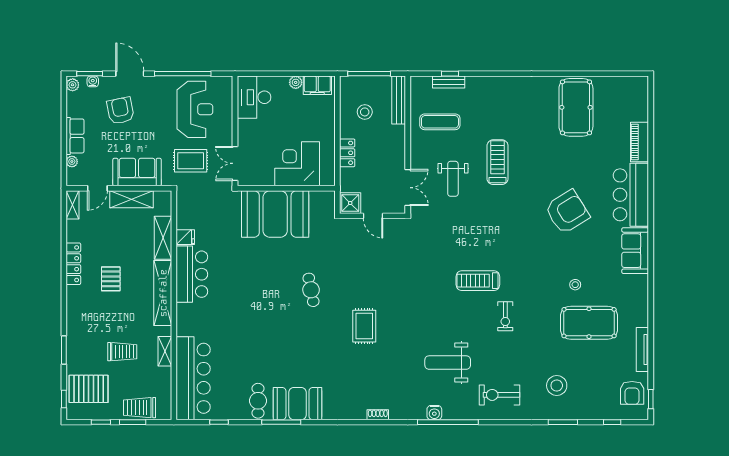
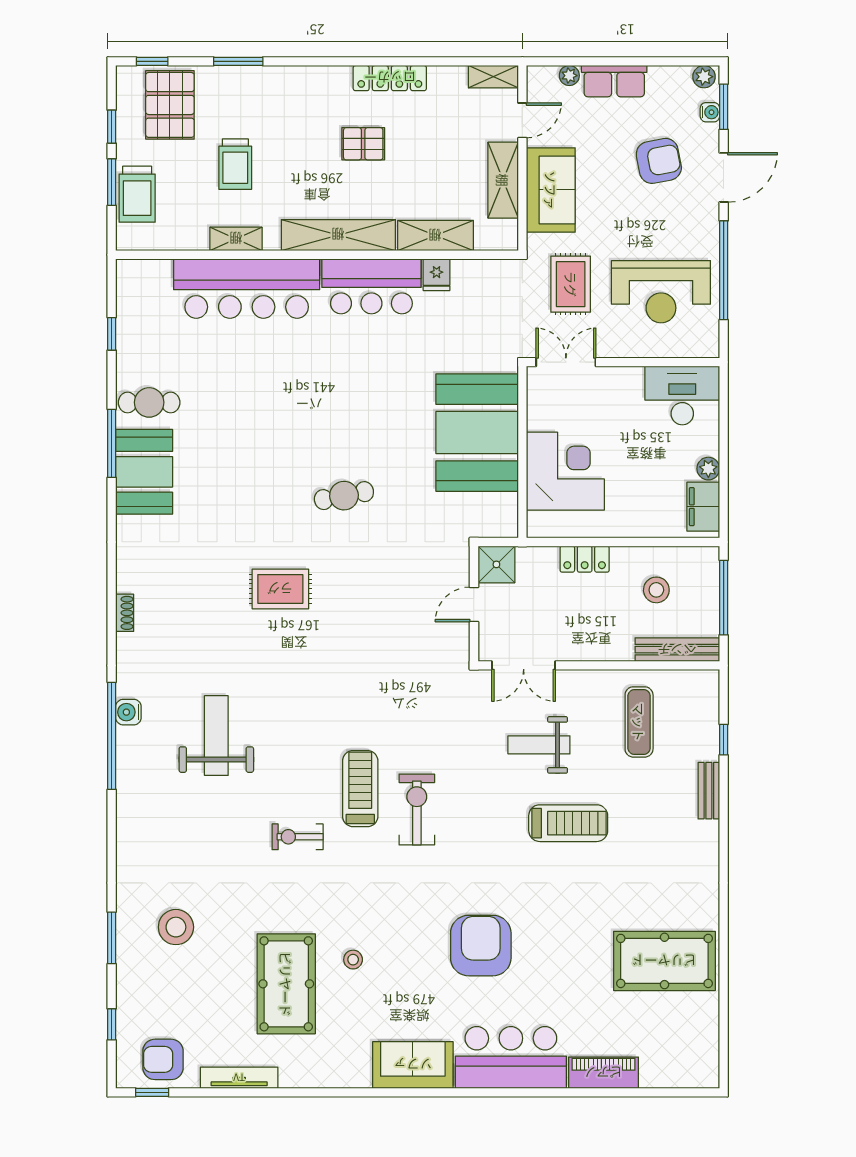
bench: (449, 82) -> (709, 791), moved
door: (97, 188) -> (522, 120), swing flipped
armchair: (567, 212) -> (481, 946), turned -148
bar counter: (193, 378) -> (247, 289), moved
exercise bike: (499, 395) -> (417, 809), moved
trolley: (139, 408) -> (137, 194), turned 180

